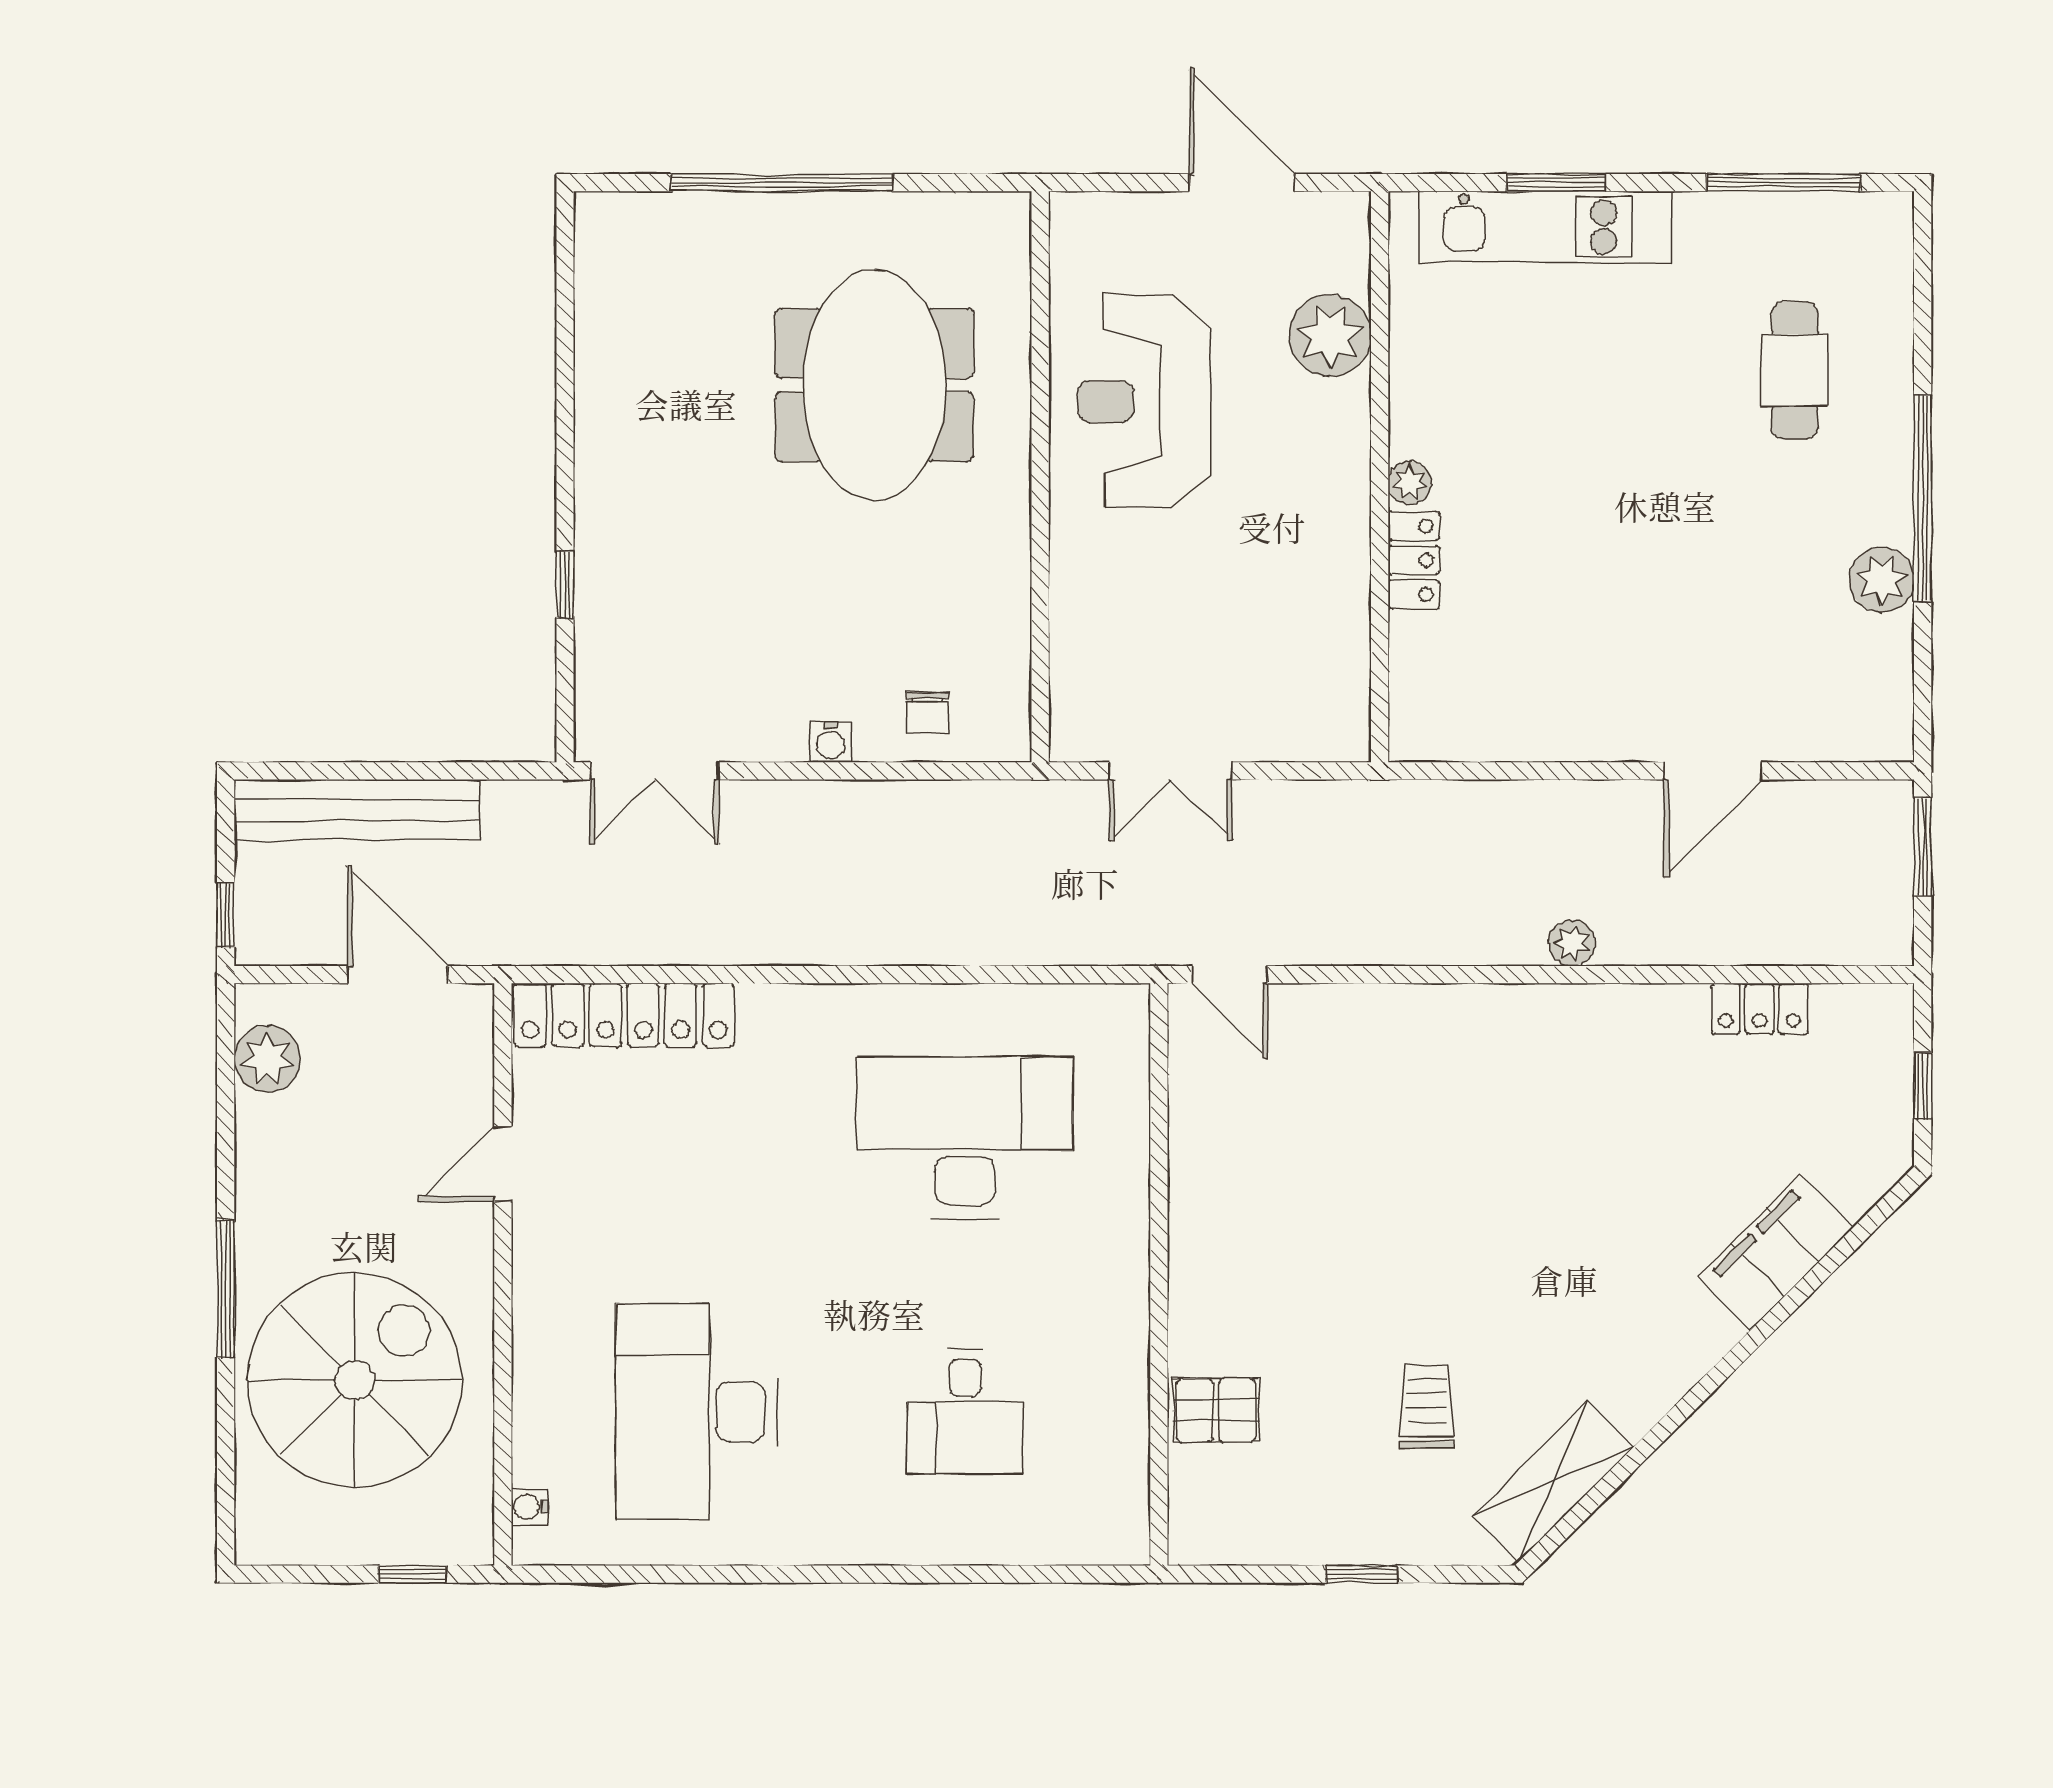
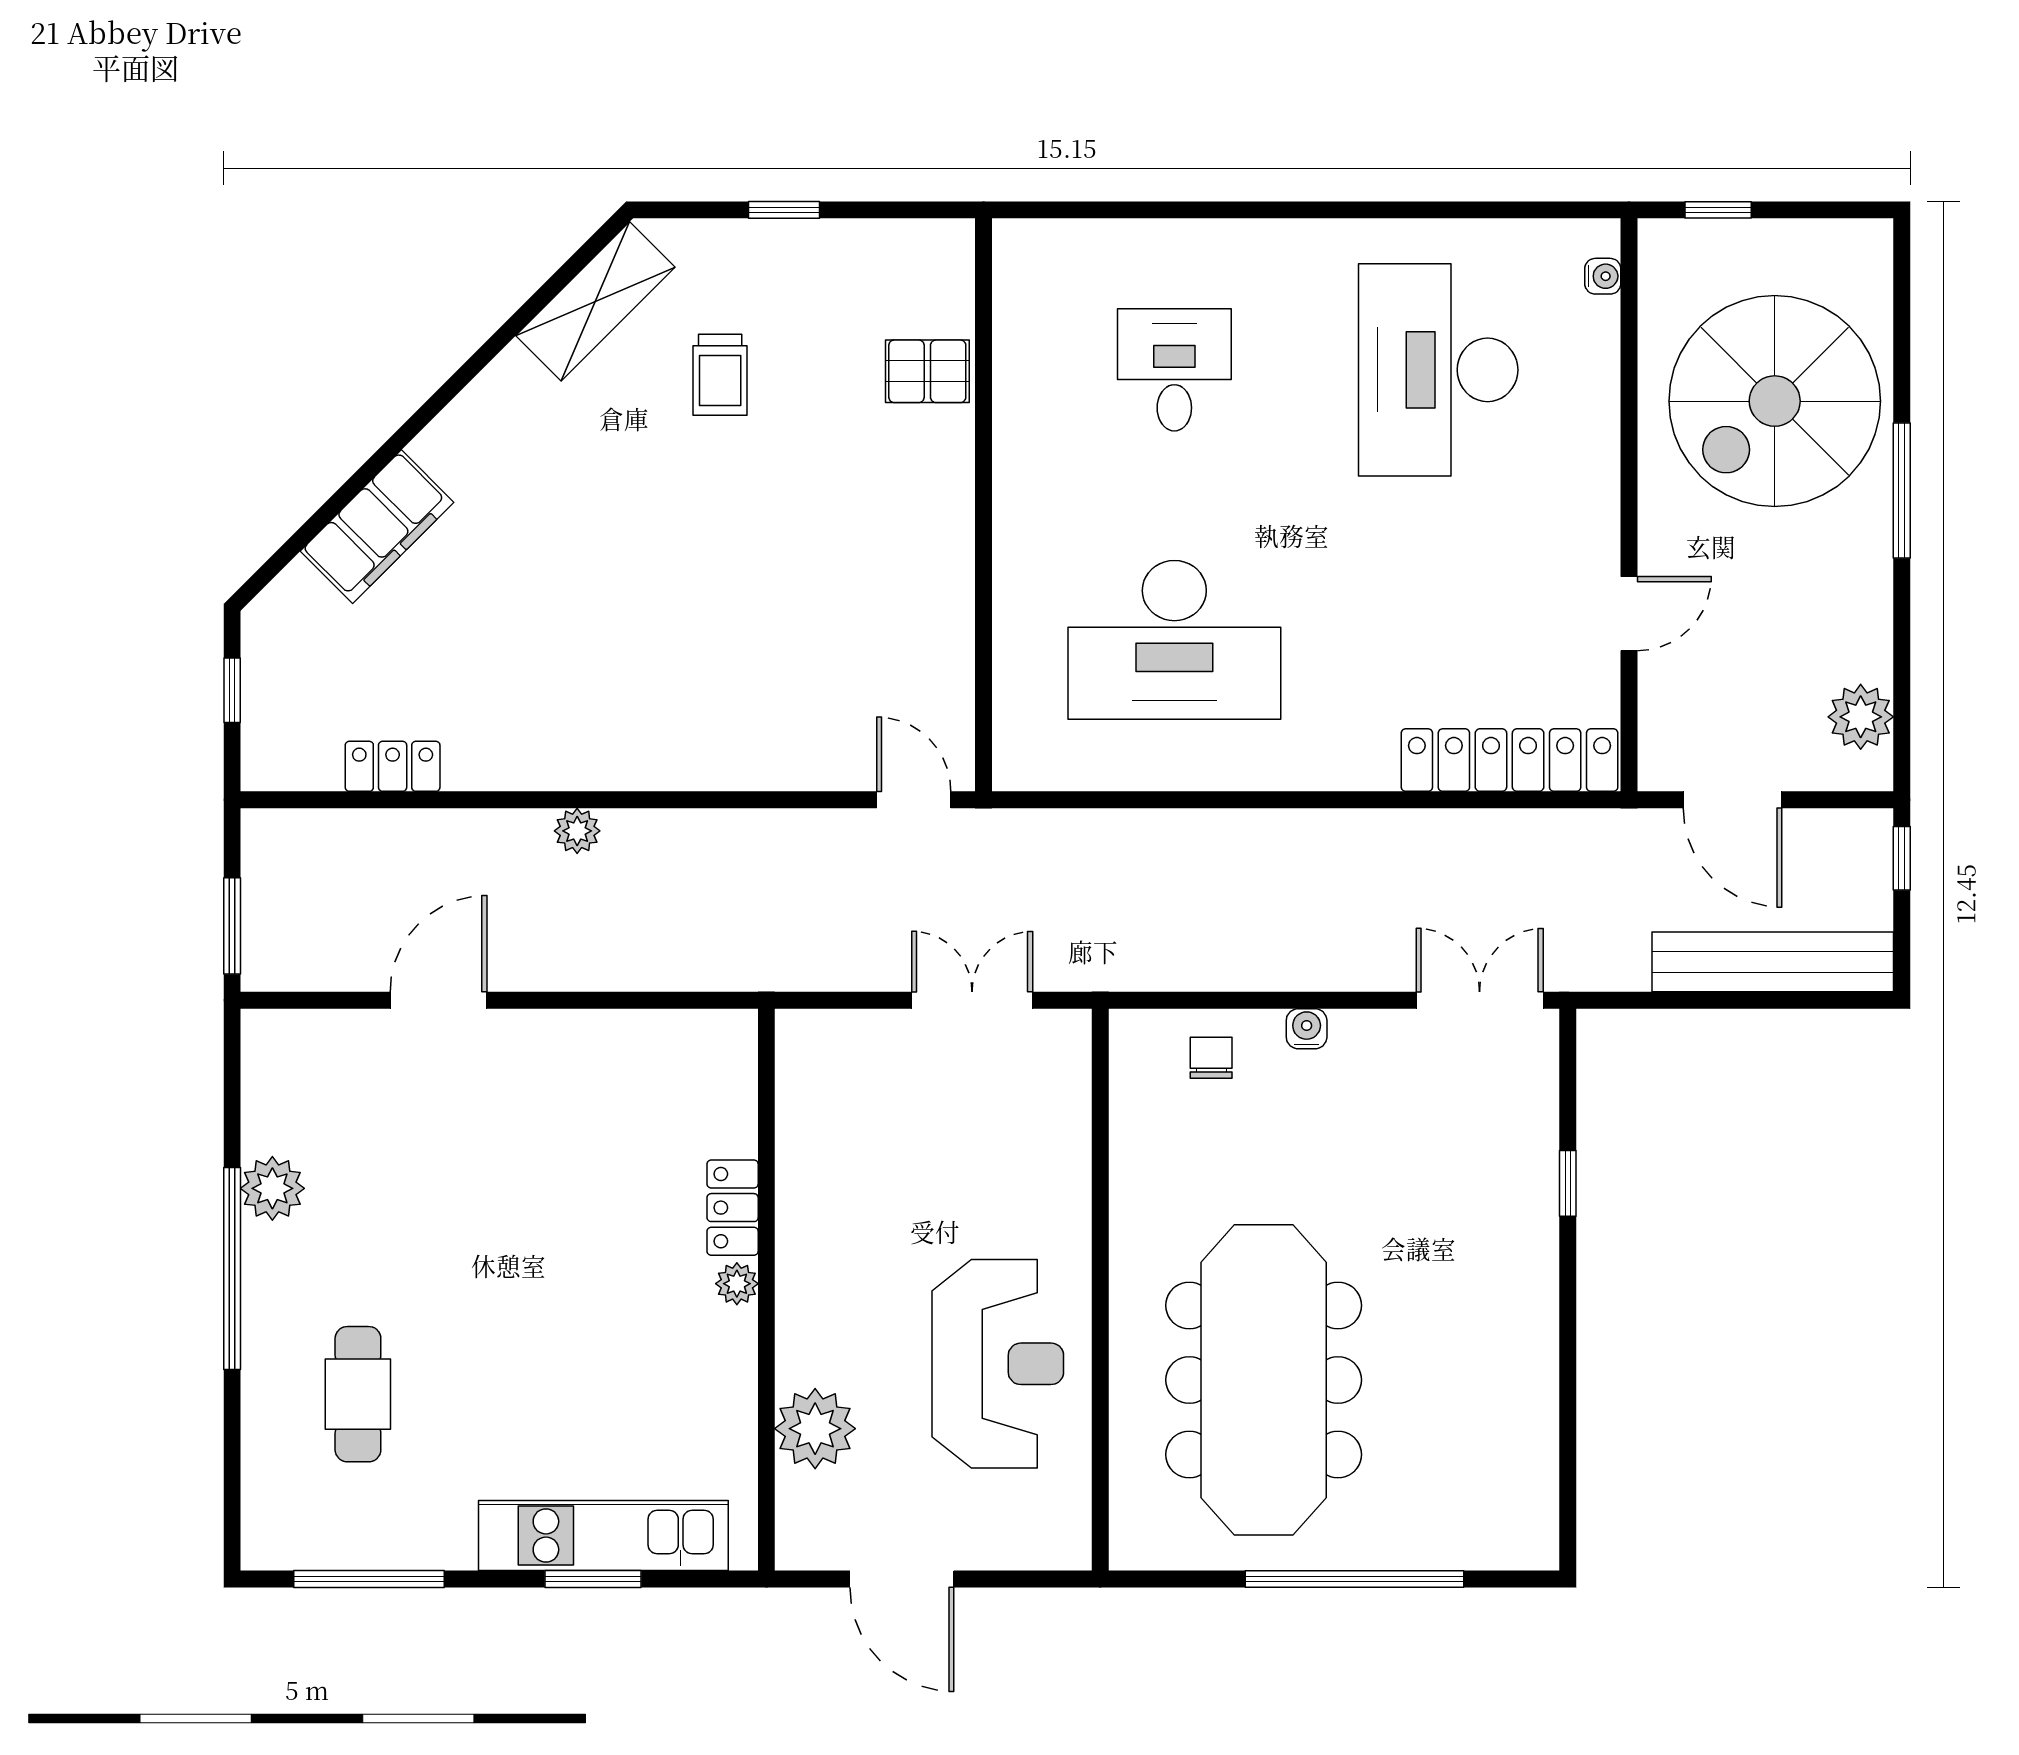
meeting table: (874, 385) -> (1264, 1380), width x1.36
desk: (697, 1412) -> (1438, 370), turned 180

